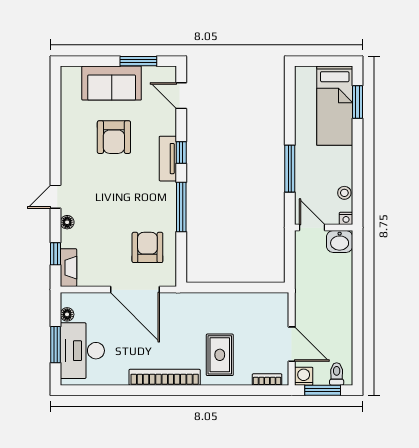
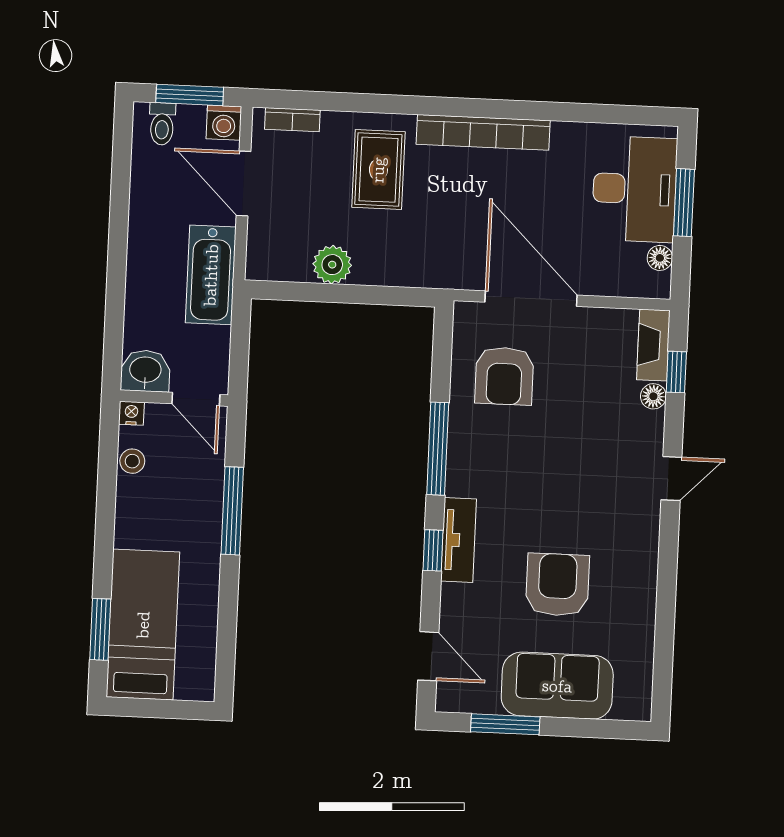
floor lamp: (67, 222) -> (653, 396), moved
bathtub: (307, 294) -> (211, 275), added
plant: (242, 303) -> (332, 265), added

